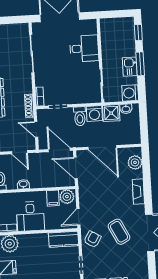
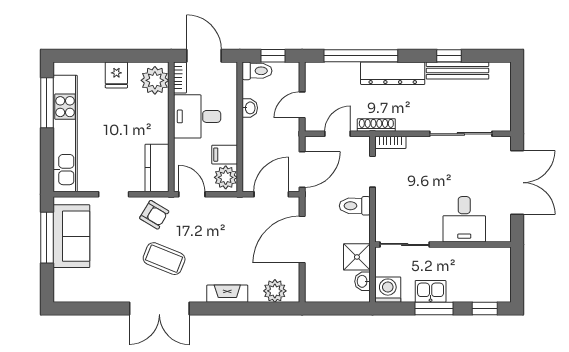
washing machine: (94, 114) -> (358, 230), removed
coffee table: (119, 232) -> (164, 259), turned 49

